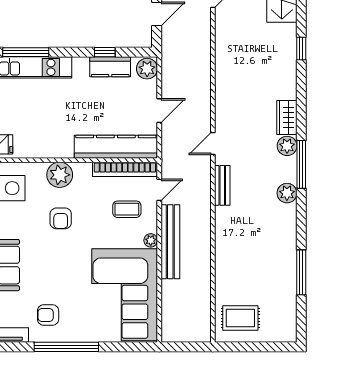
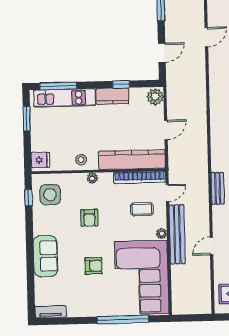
kitchen counter: (110, 67) -> (112, 96), moved
door: (213, 144) -> (211, 246), moved
stool: (52, 145) -> (81, 160), added
plant: (60, 175) -> (92, 178), width x0.53, depth x0.53
armchair: (48, 315) -> (94, 266), moved, turned 180
window: (66, 347) -> (123, 319), moved

